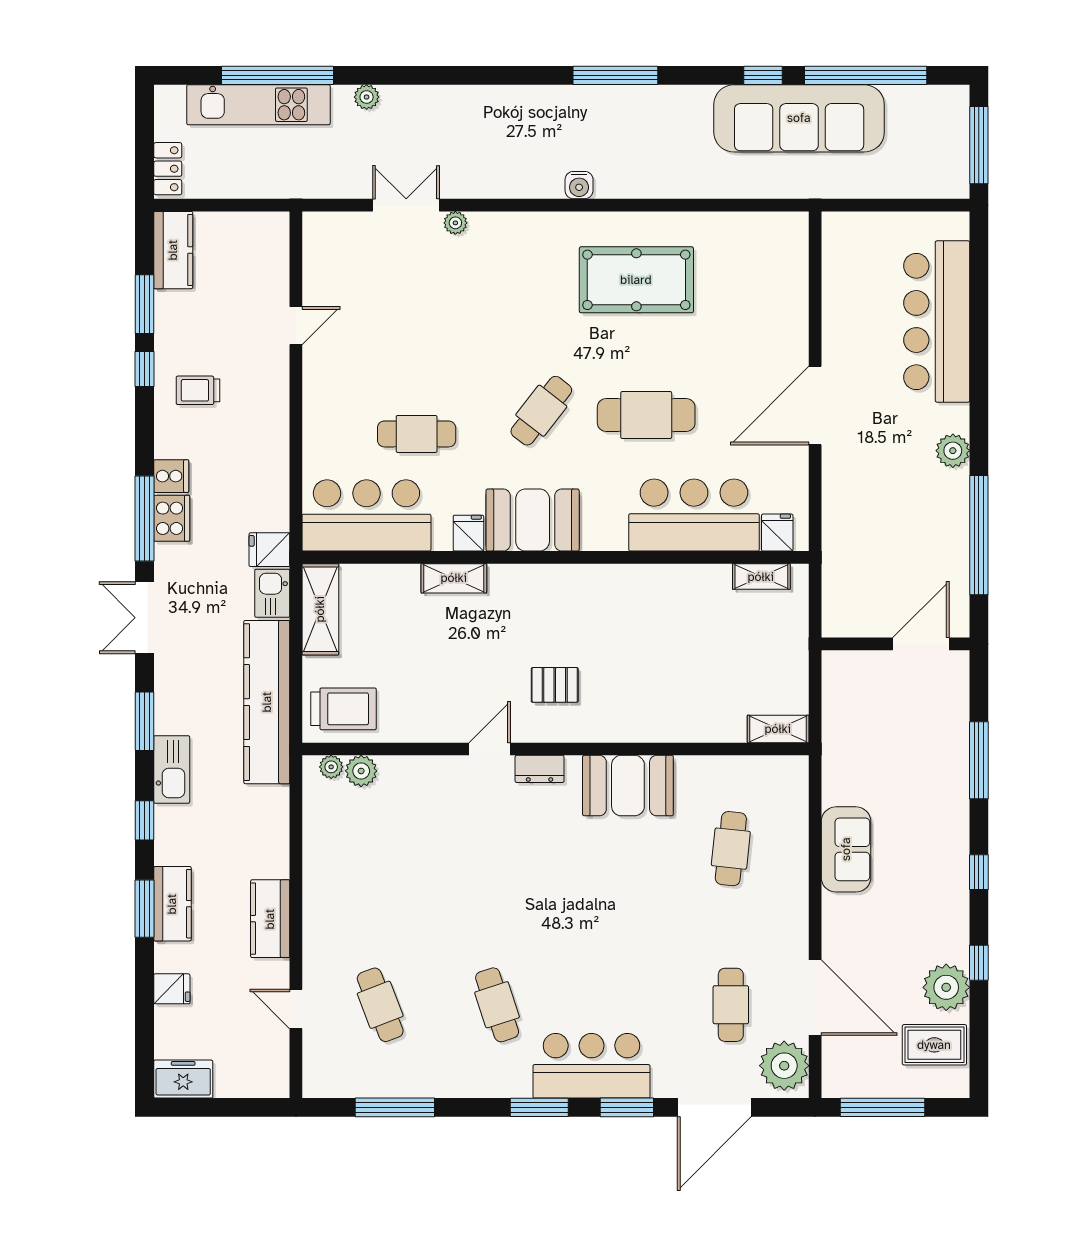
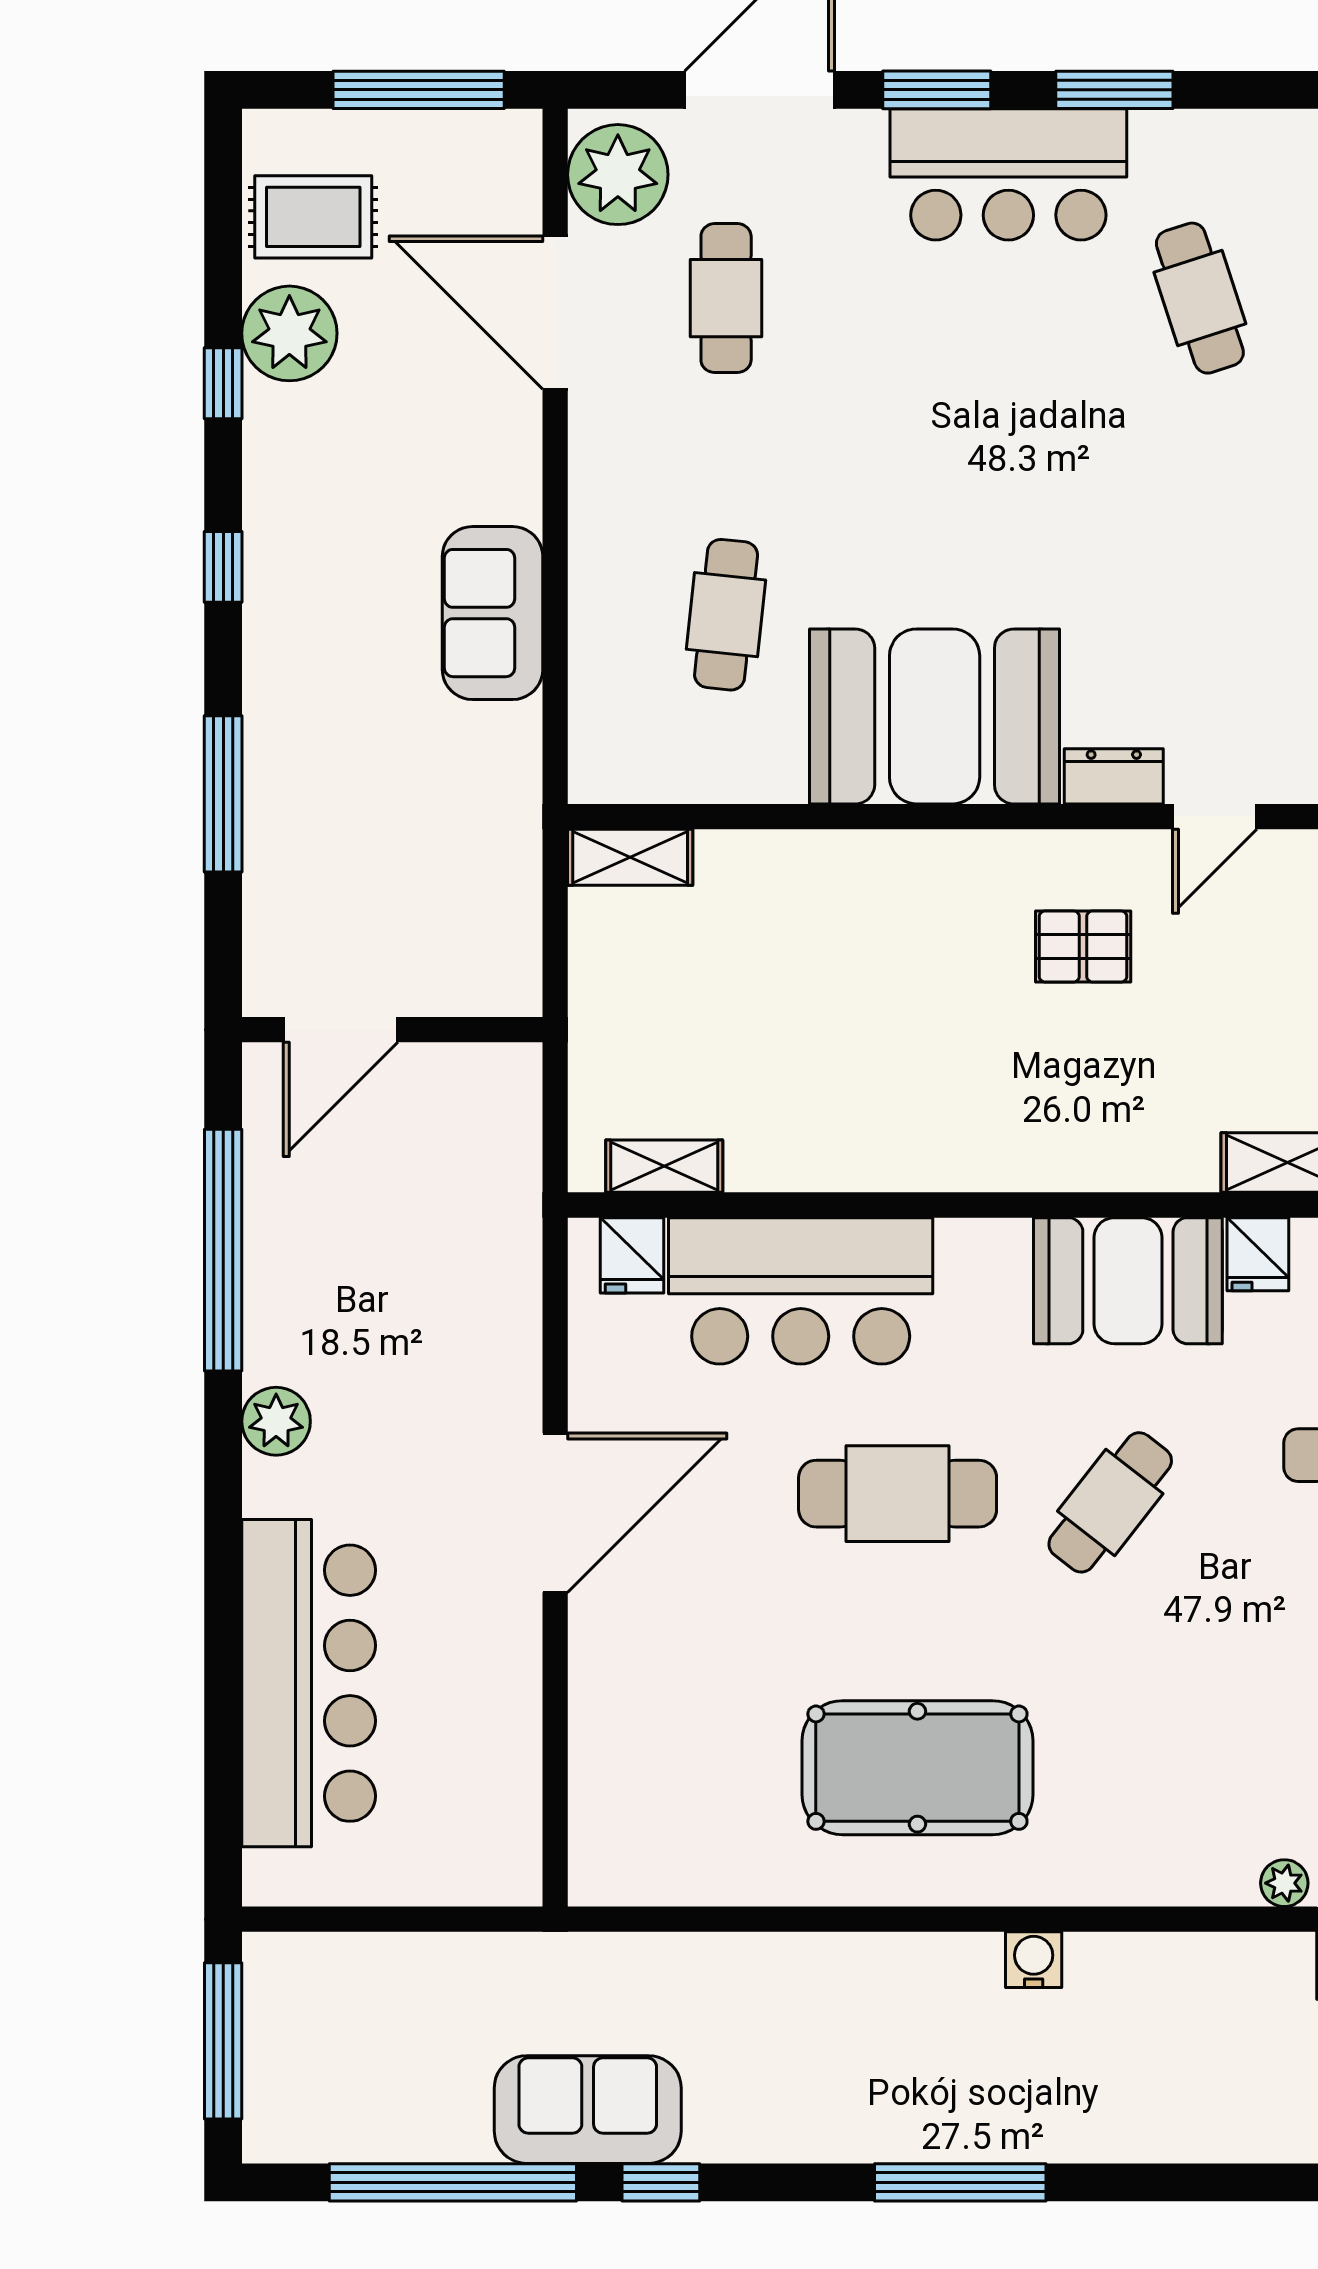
sofa: (799, 118) -> (588, 2110), width x0.54, depth x0.79
booth: (628, 786) -> (935, 716), width x1.36, depth x1.42

